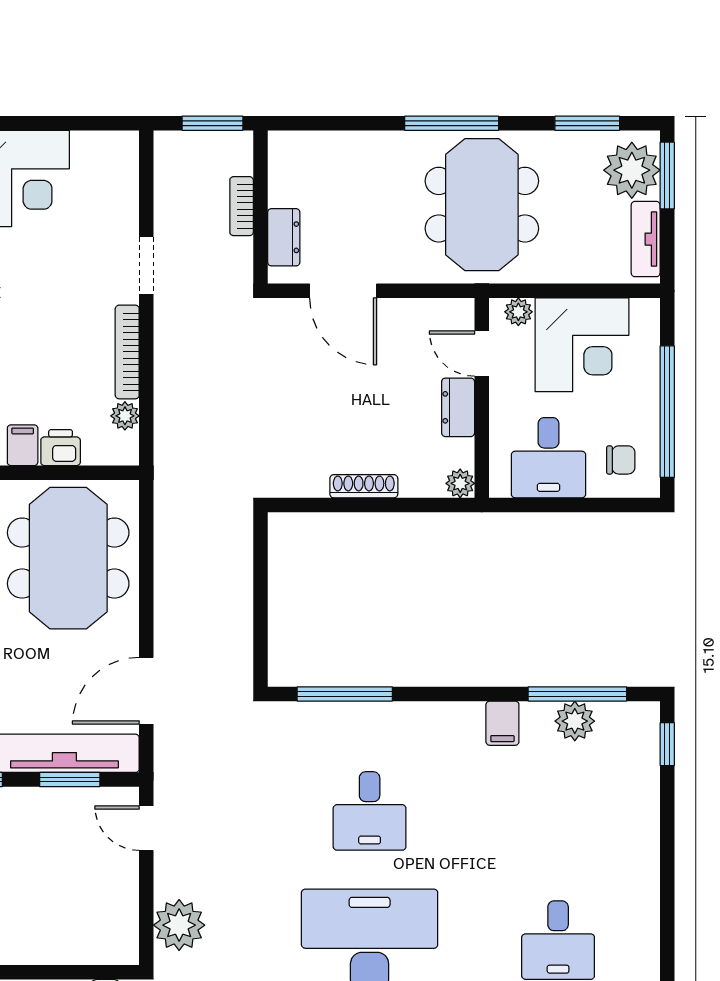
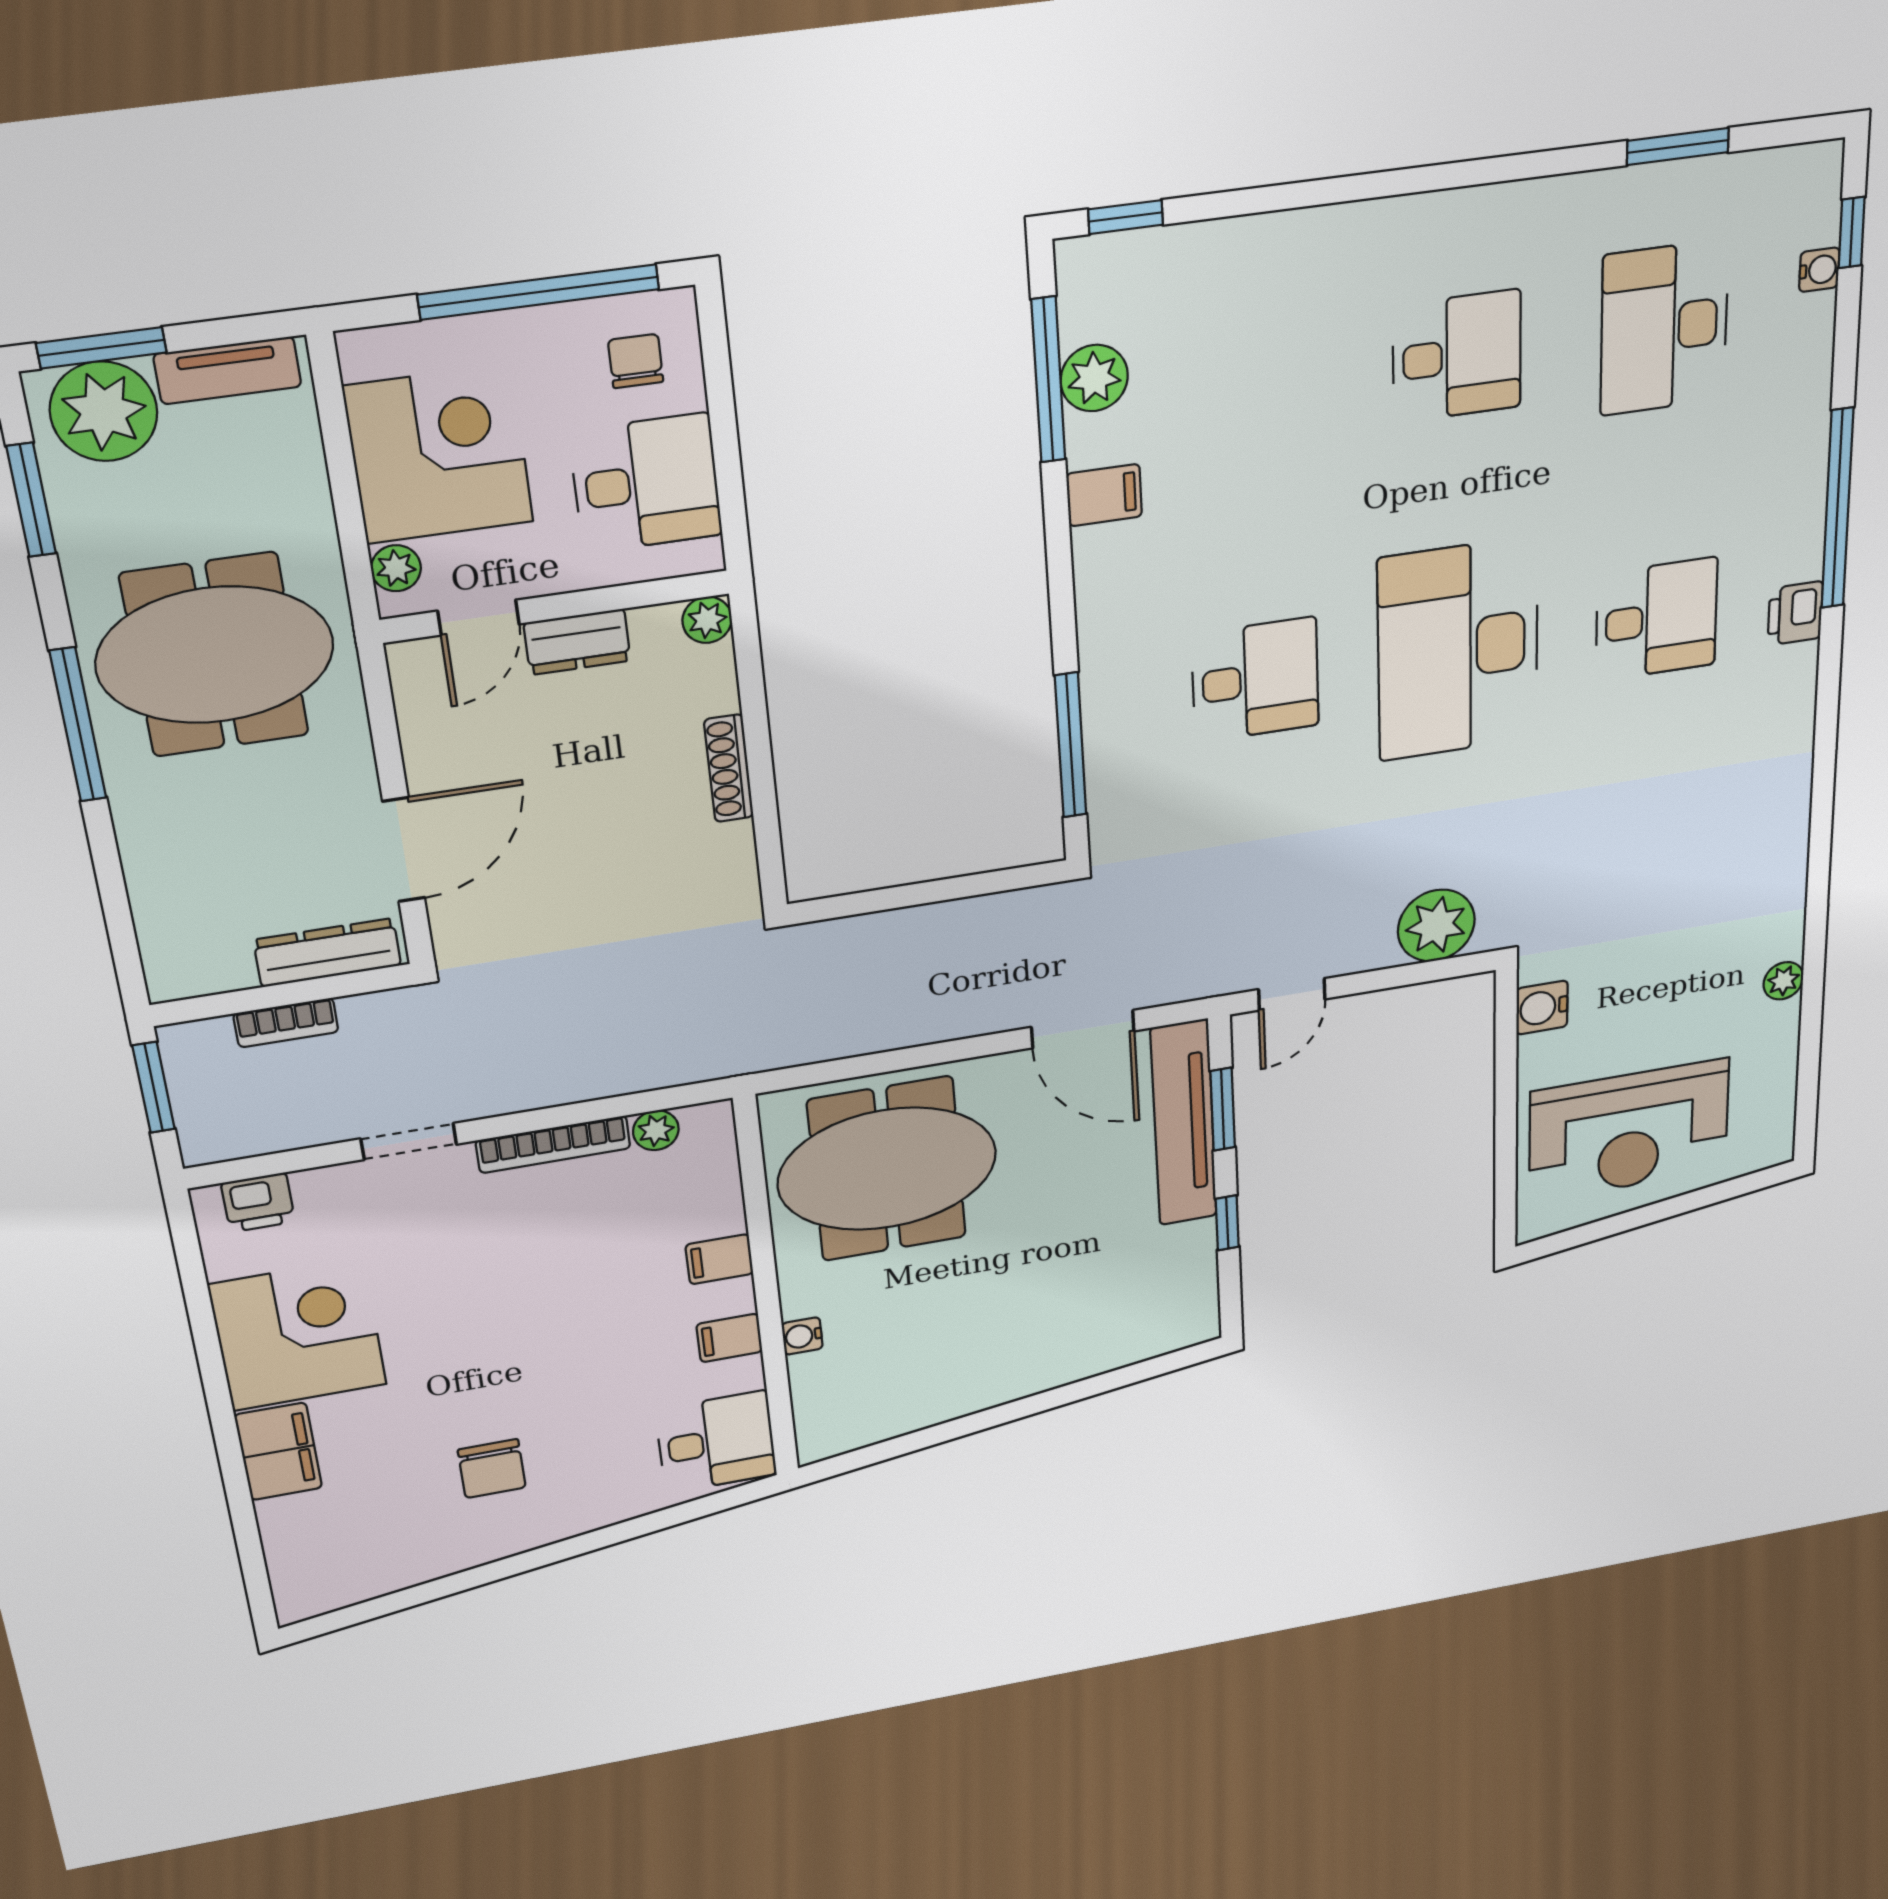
dresser: (284, 237) -> (327, 953), width x1.44
printer: (61, 448) -> (258, 1203), moved, turned -90

